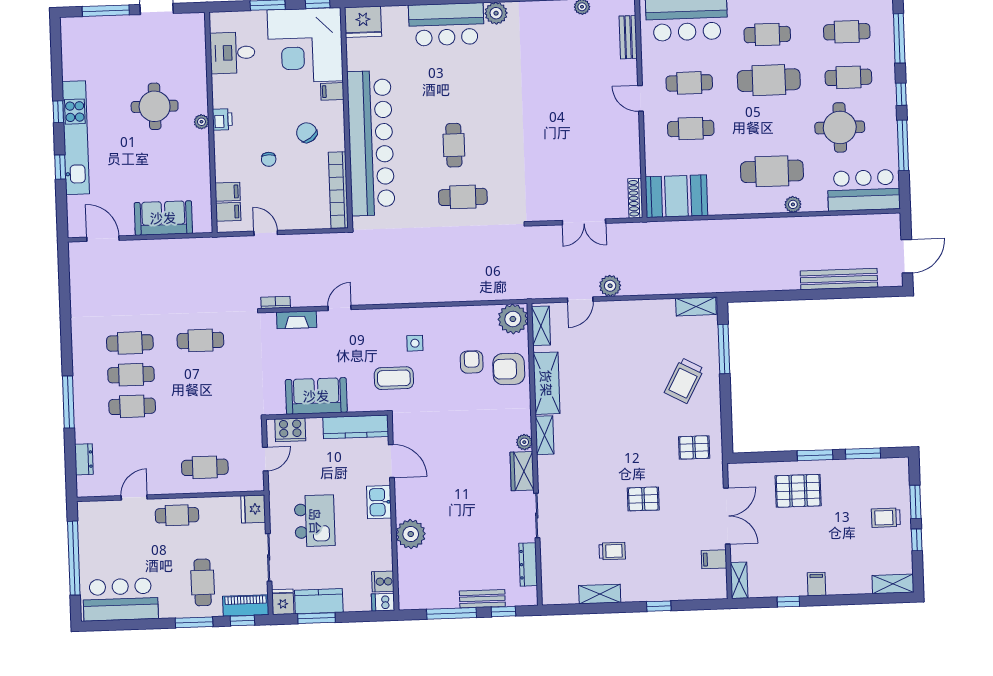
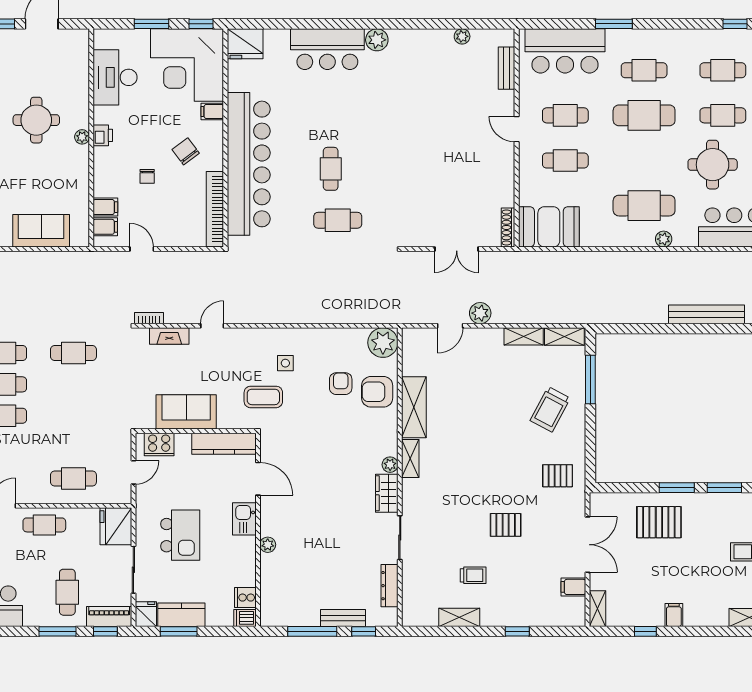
desk: (232, 53) -> (115, 77), width x1.37
shelving: (541, 326) -> (524, 336), moved, turned 90
fridge: (253, 509) -> (116, 526), width x1.36, depth x1.34
plant: (411, 534) -> (268, 545), width x0.53, depth x0.53

